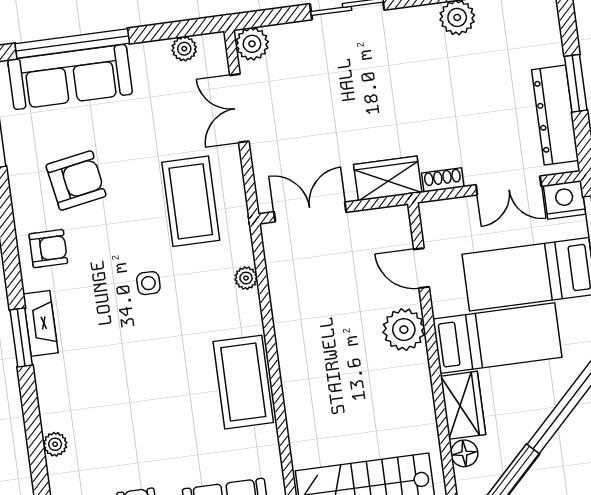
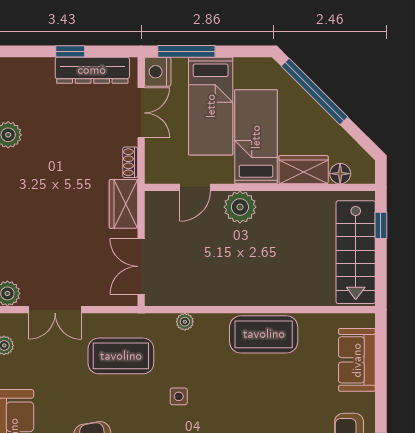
window: (576, 83) -> (70, 51), width x0.67

